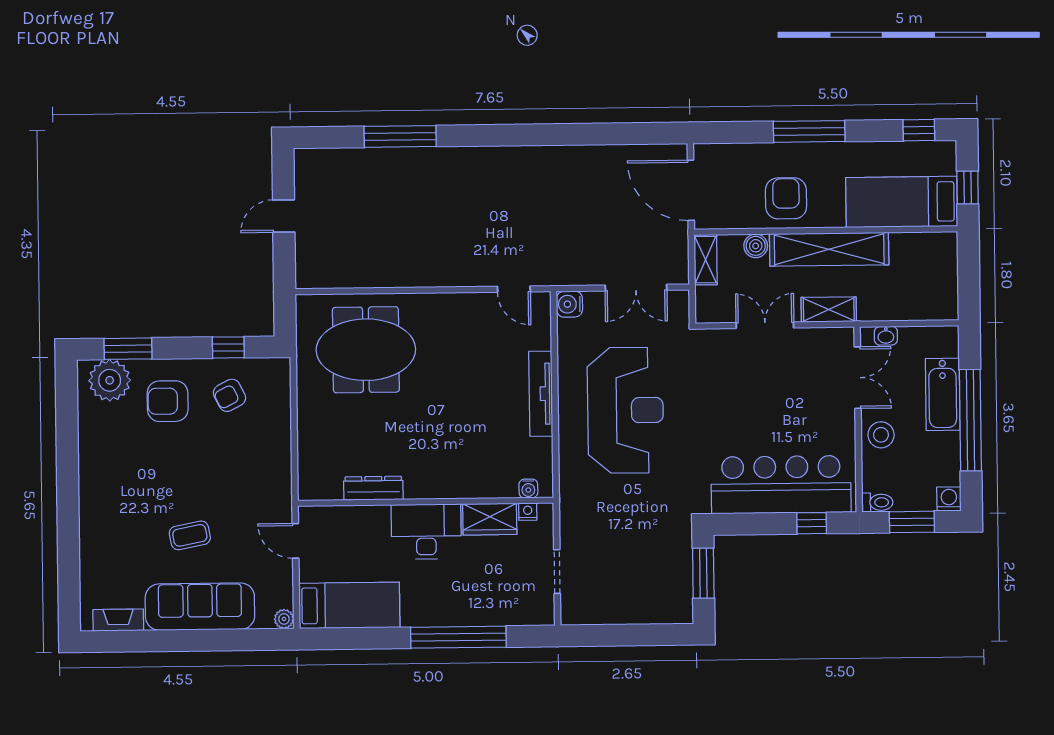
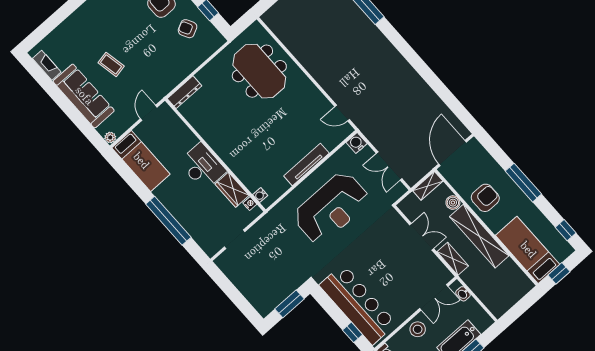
door: (514, 289) -> (342, 113), hinge flipped
dresser: (373, 488) -> (185, 92), moved, turned 90

